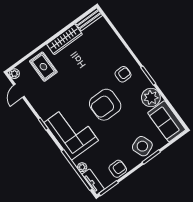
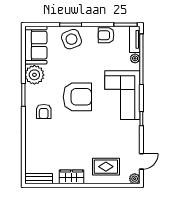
wardrobe: (64, 39) -> (71, 177), width x0.67
rug: (43, 67) -> (106, 167), turned 90
armchair: (123, 74) -> (44, 111), turned -90

